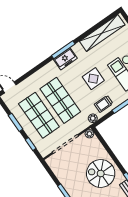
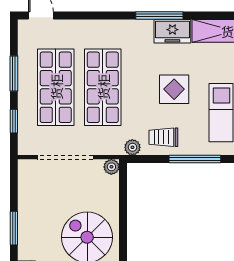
freezer: (65, 59) -> (172, 31), moved

